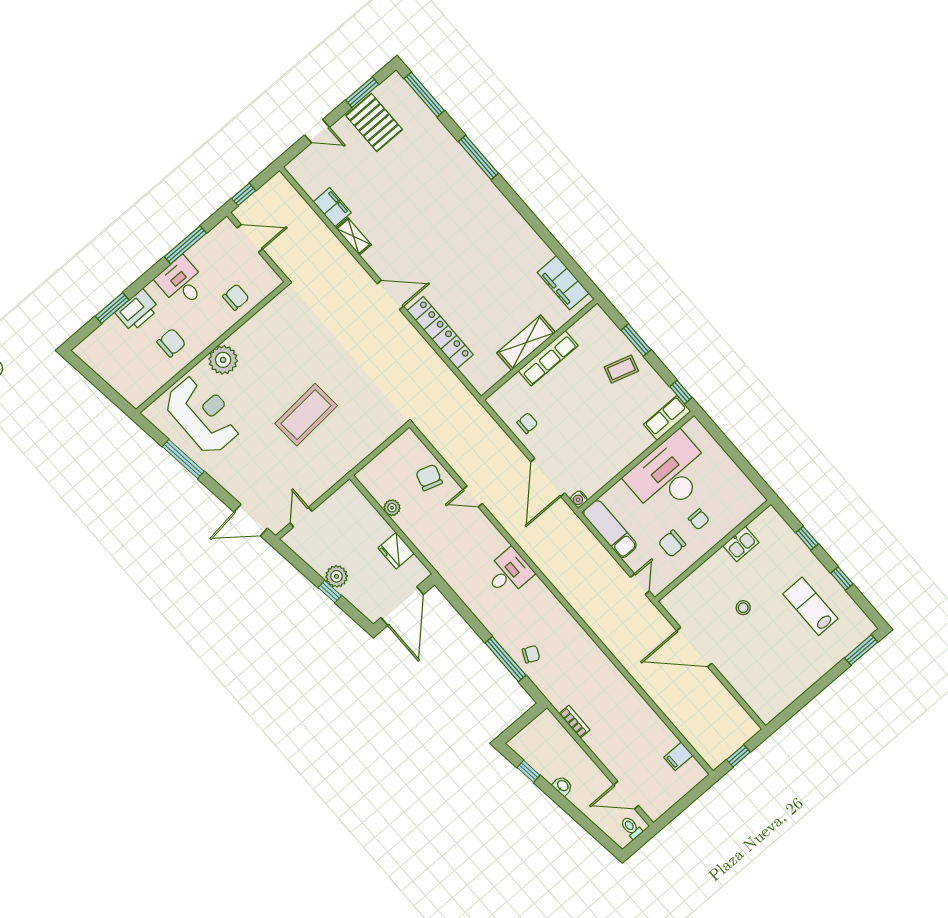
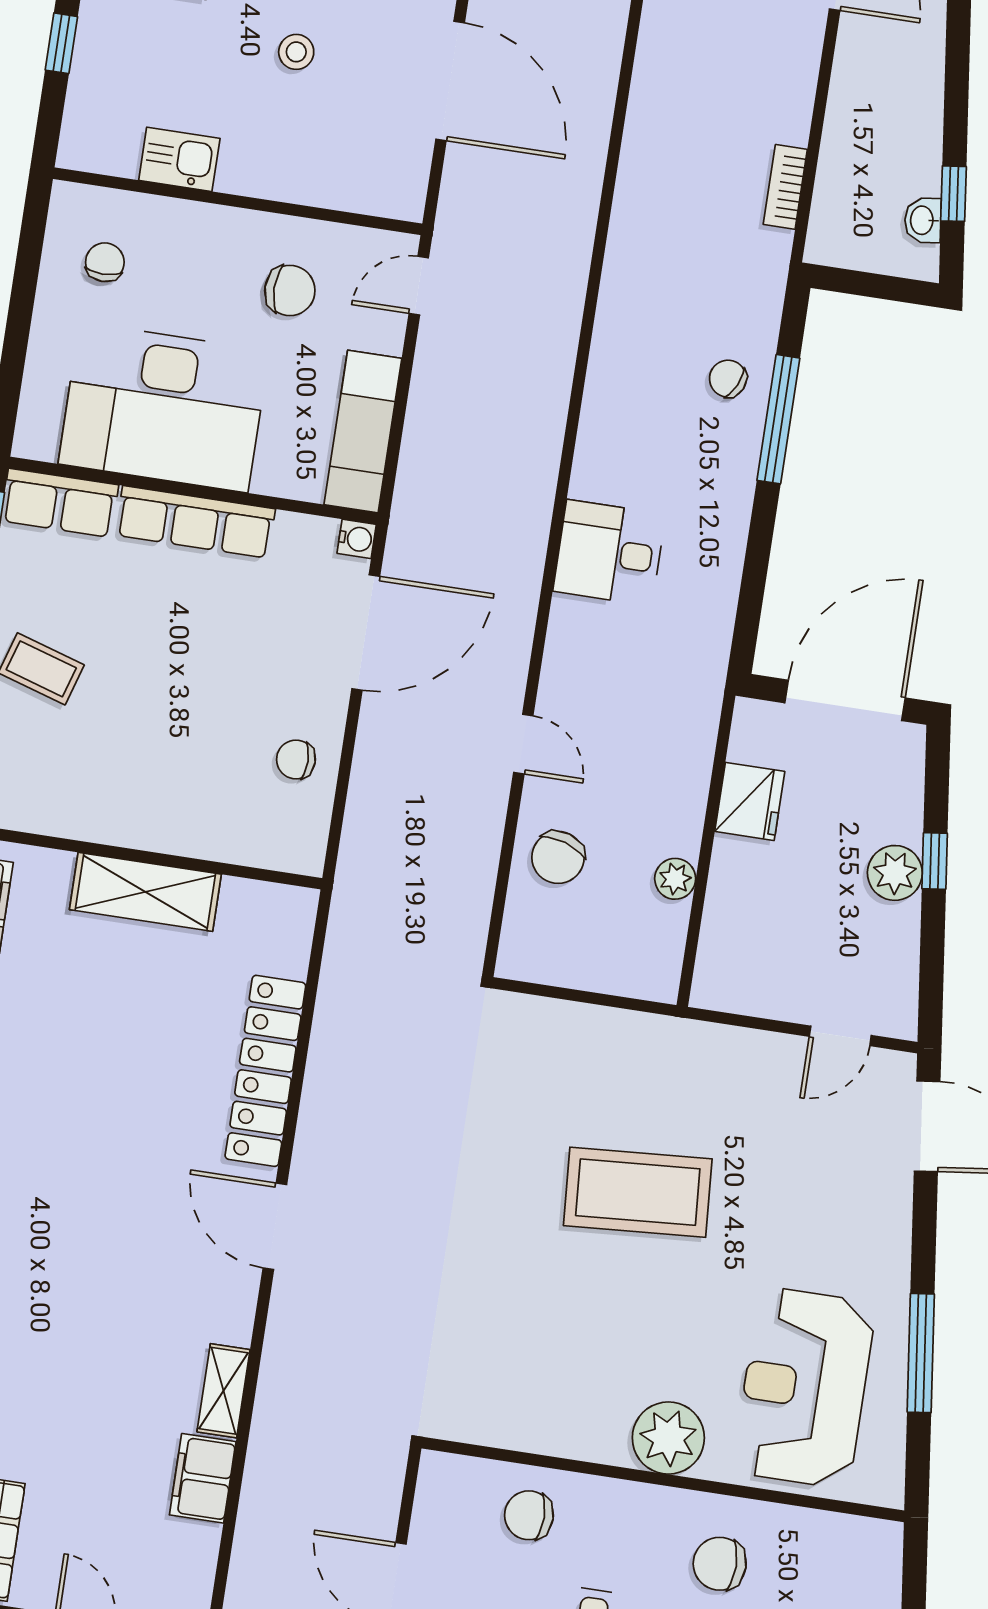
row of seats: (548, 358) -> (195, 522), moved, turned 180
chair: (699, 519) -> (105, 262), moved
washbasin: (563, 786) -> (923, 220), moved

